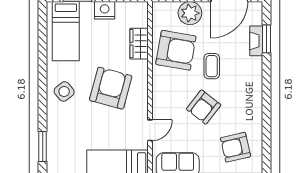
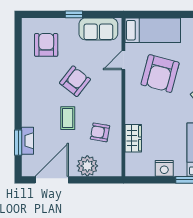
armchair: (176, 50) -> (100, 132), width x0.53, depth x0.53
armchair: (111, 88) -> (160, 74), moved
armchair: (236, 147) -> (46, 45), turned -77

